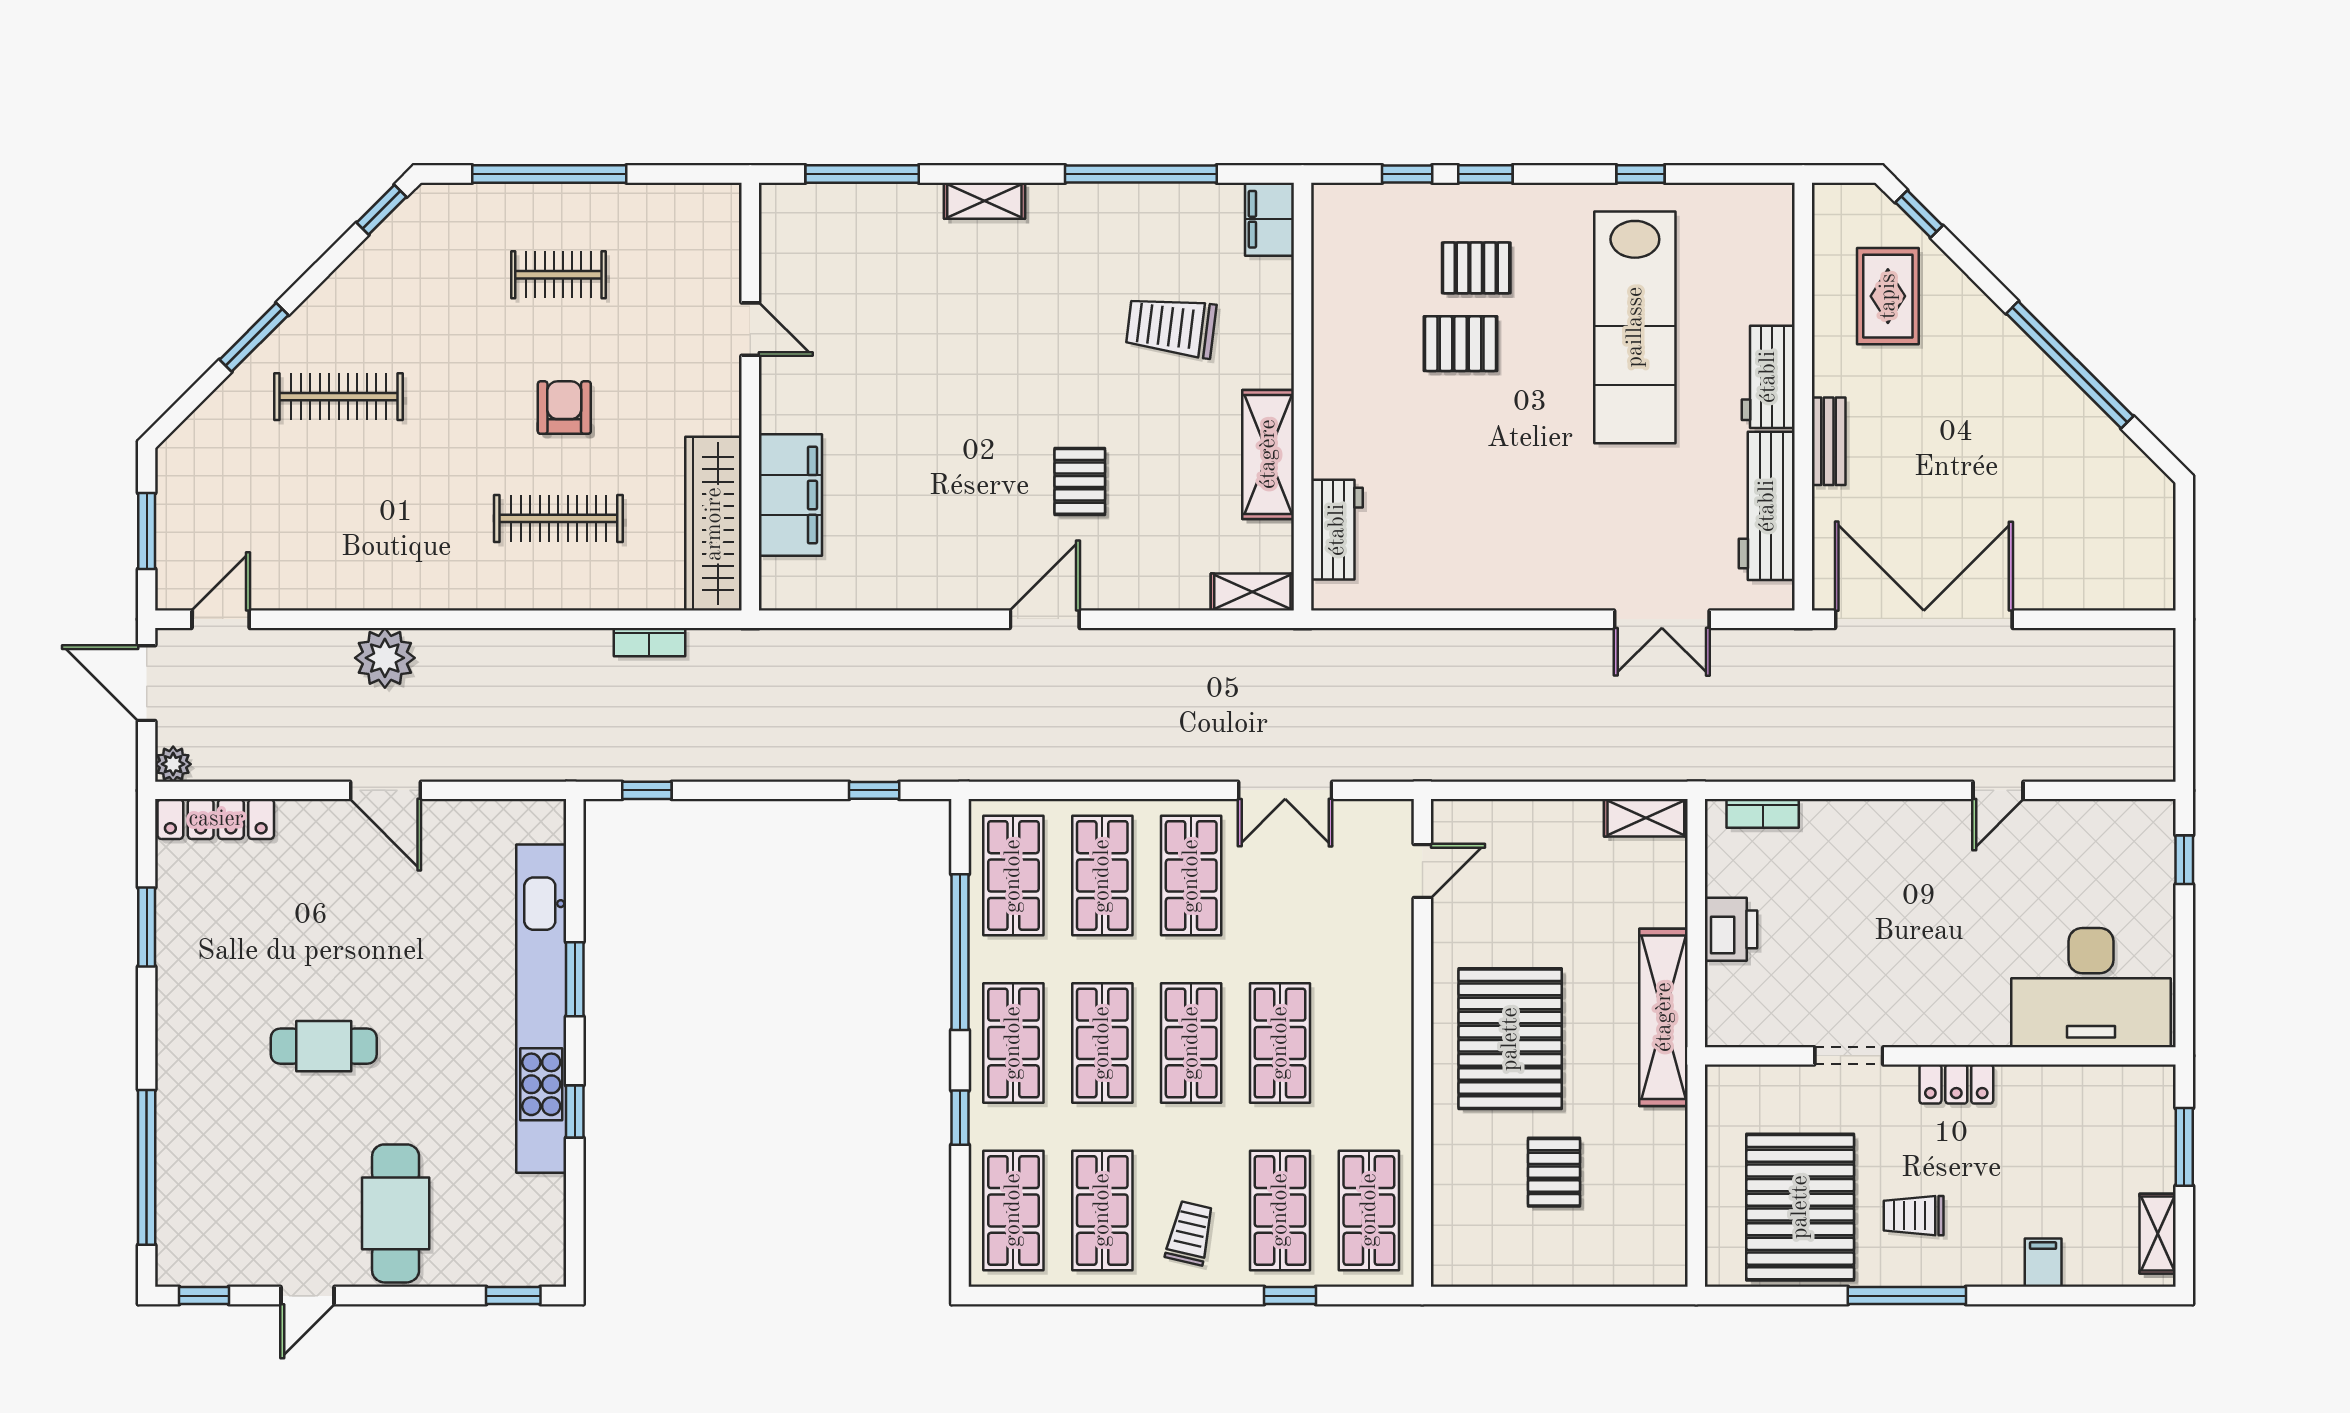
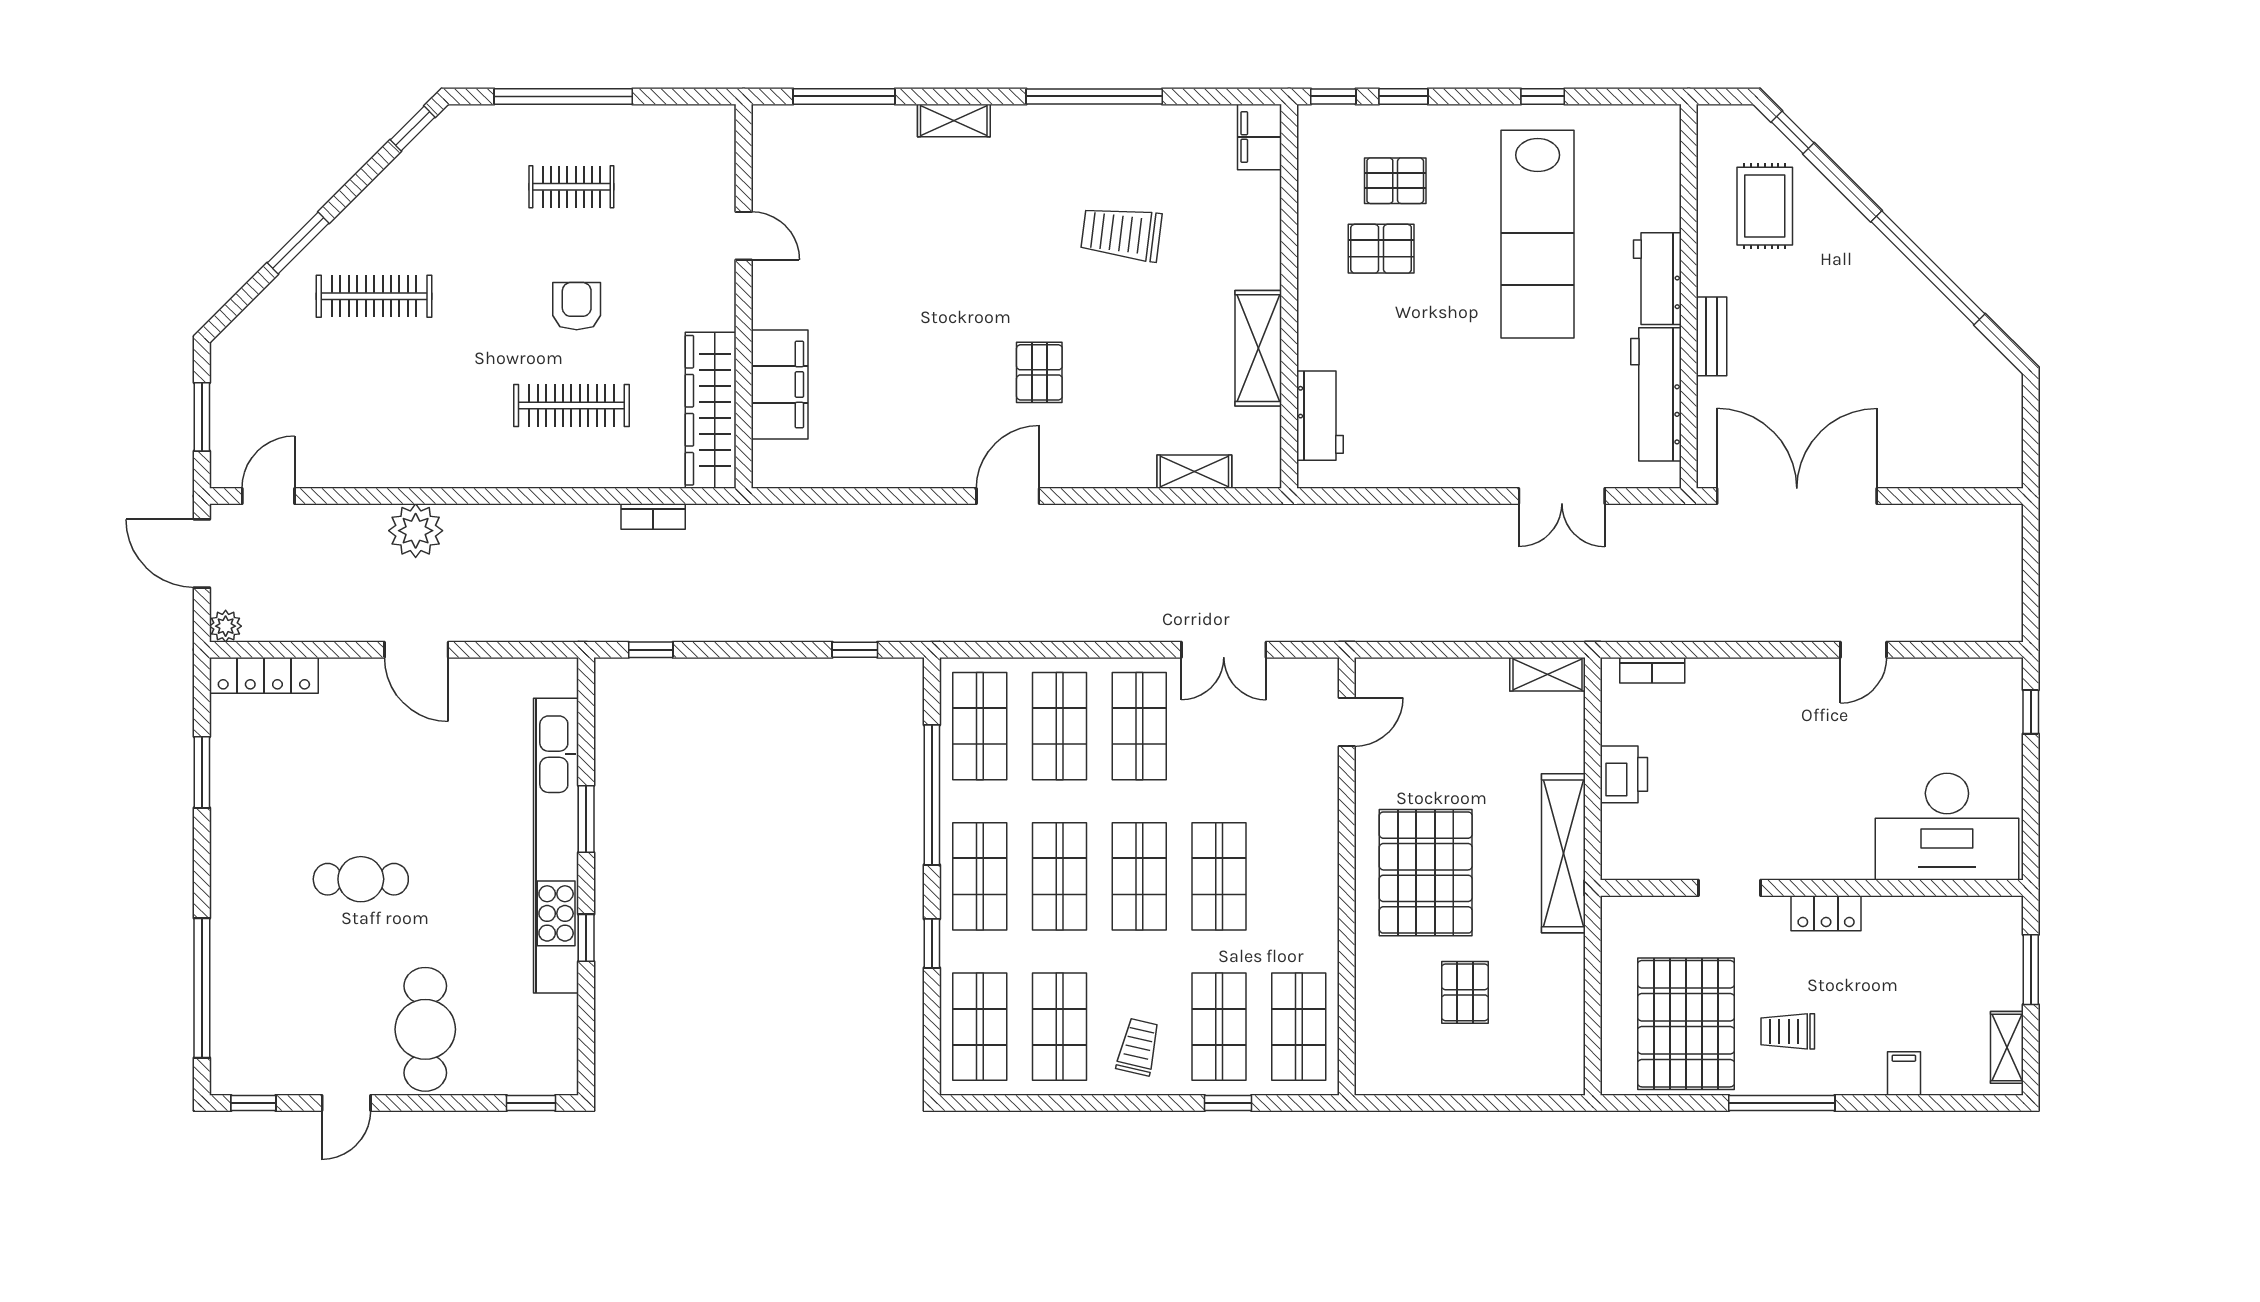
filing cabinet: (1269, 219) -> (1260, 137), moved
wall: (1302, 397) -> (1289, 296), moved
shelving: (1268, 454) -> (1258, 348), moved
workbench: (1337, 530) -> (1320, 416), moved

